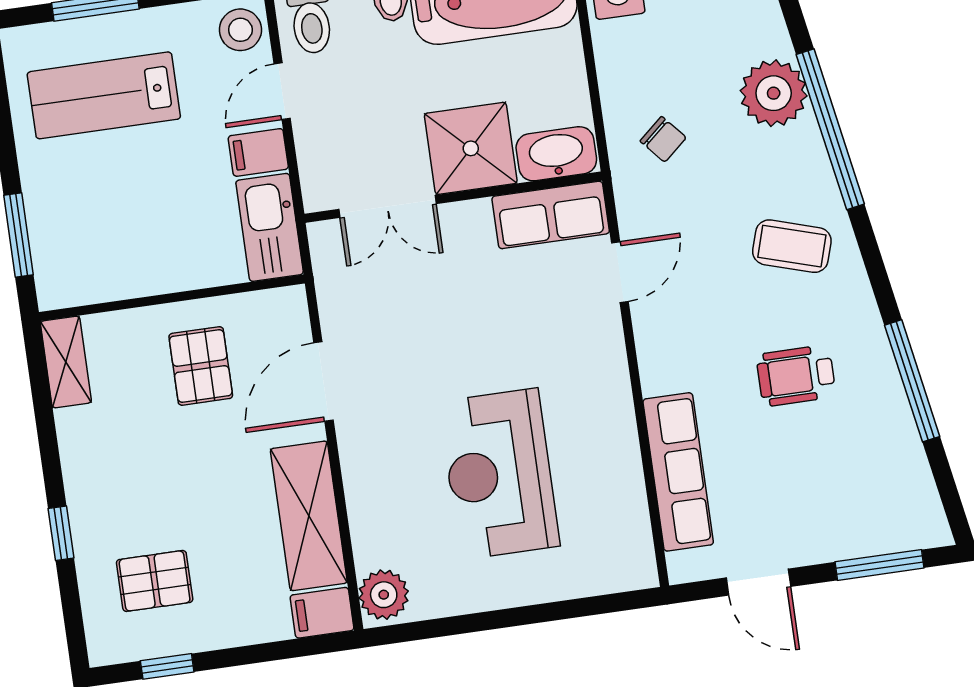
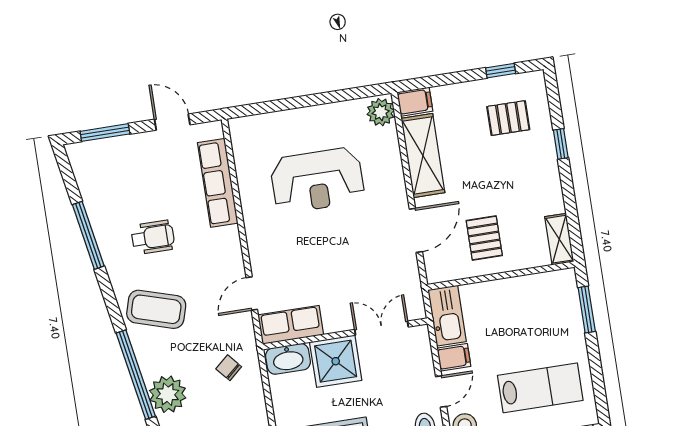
coffee table: (792, 246) -> (156, 309), width x1.36, depth x1.30
reception desk: (499, 474) -> (317, 180), turned 90

